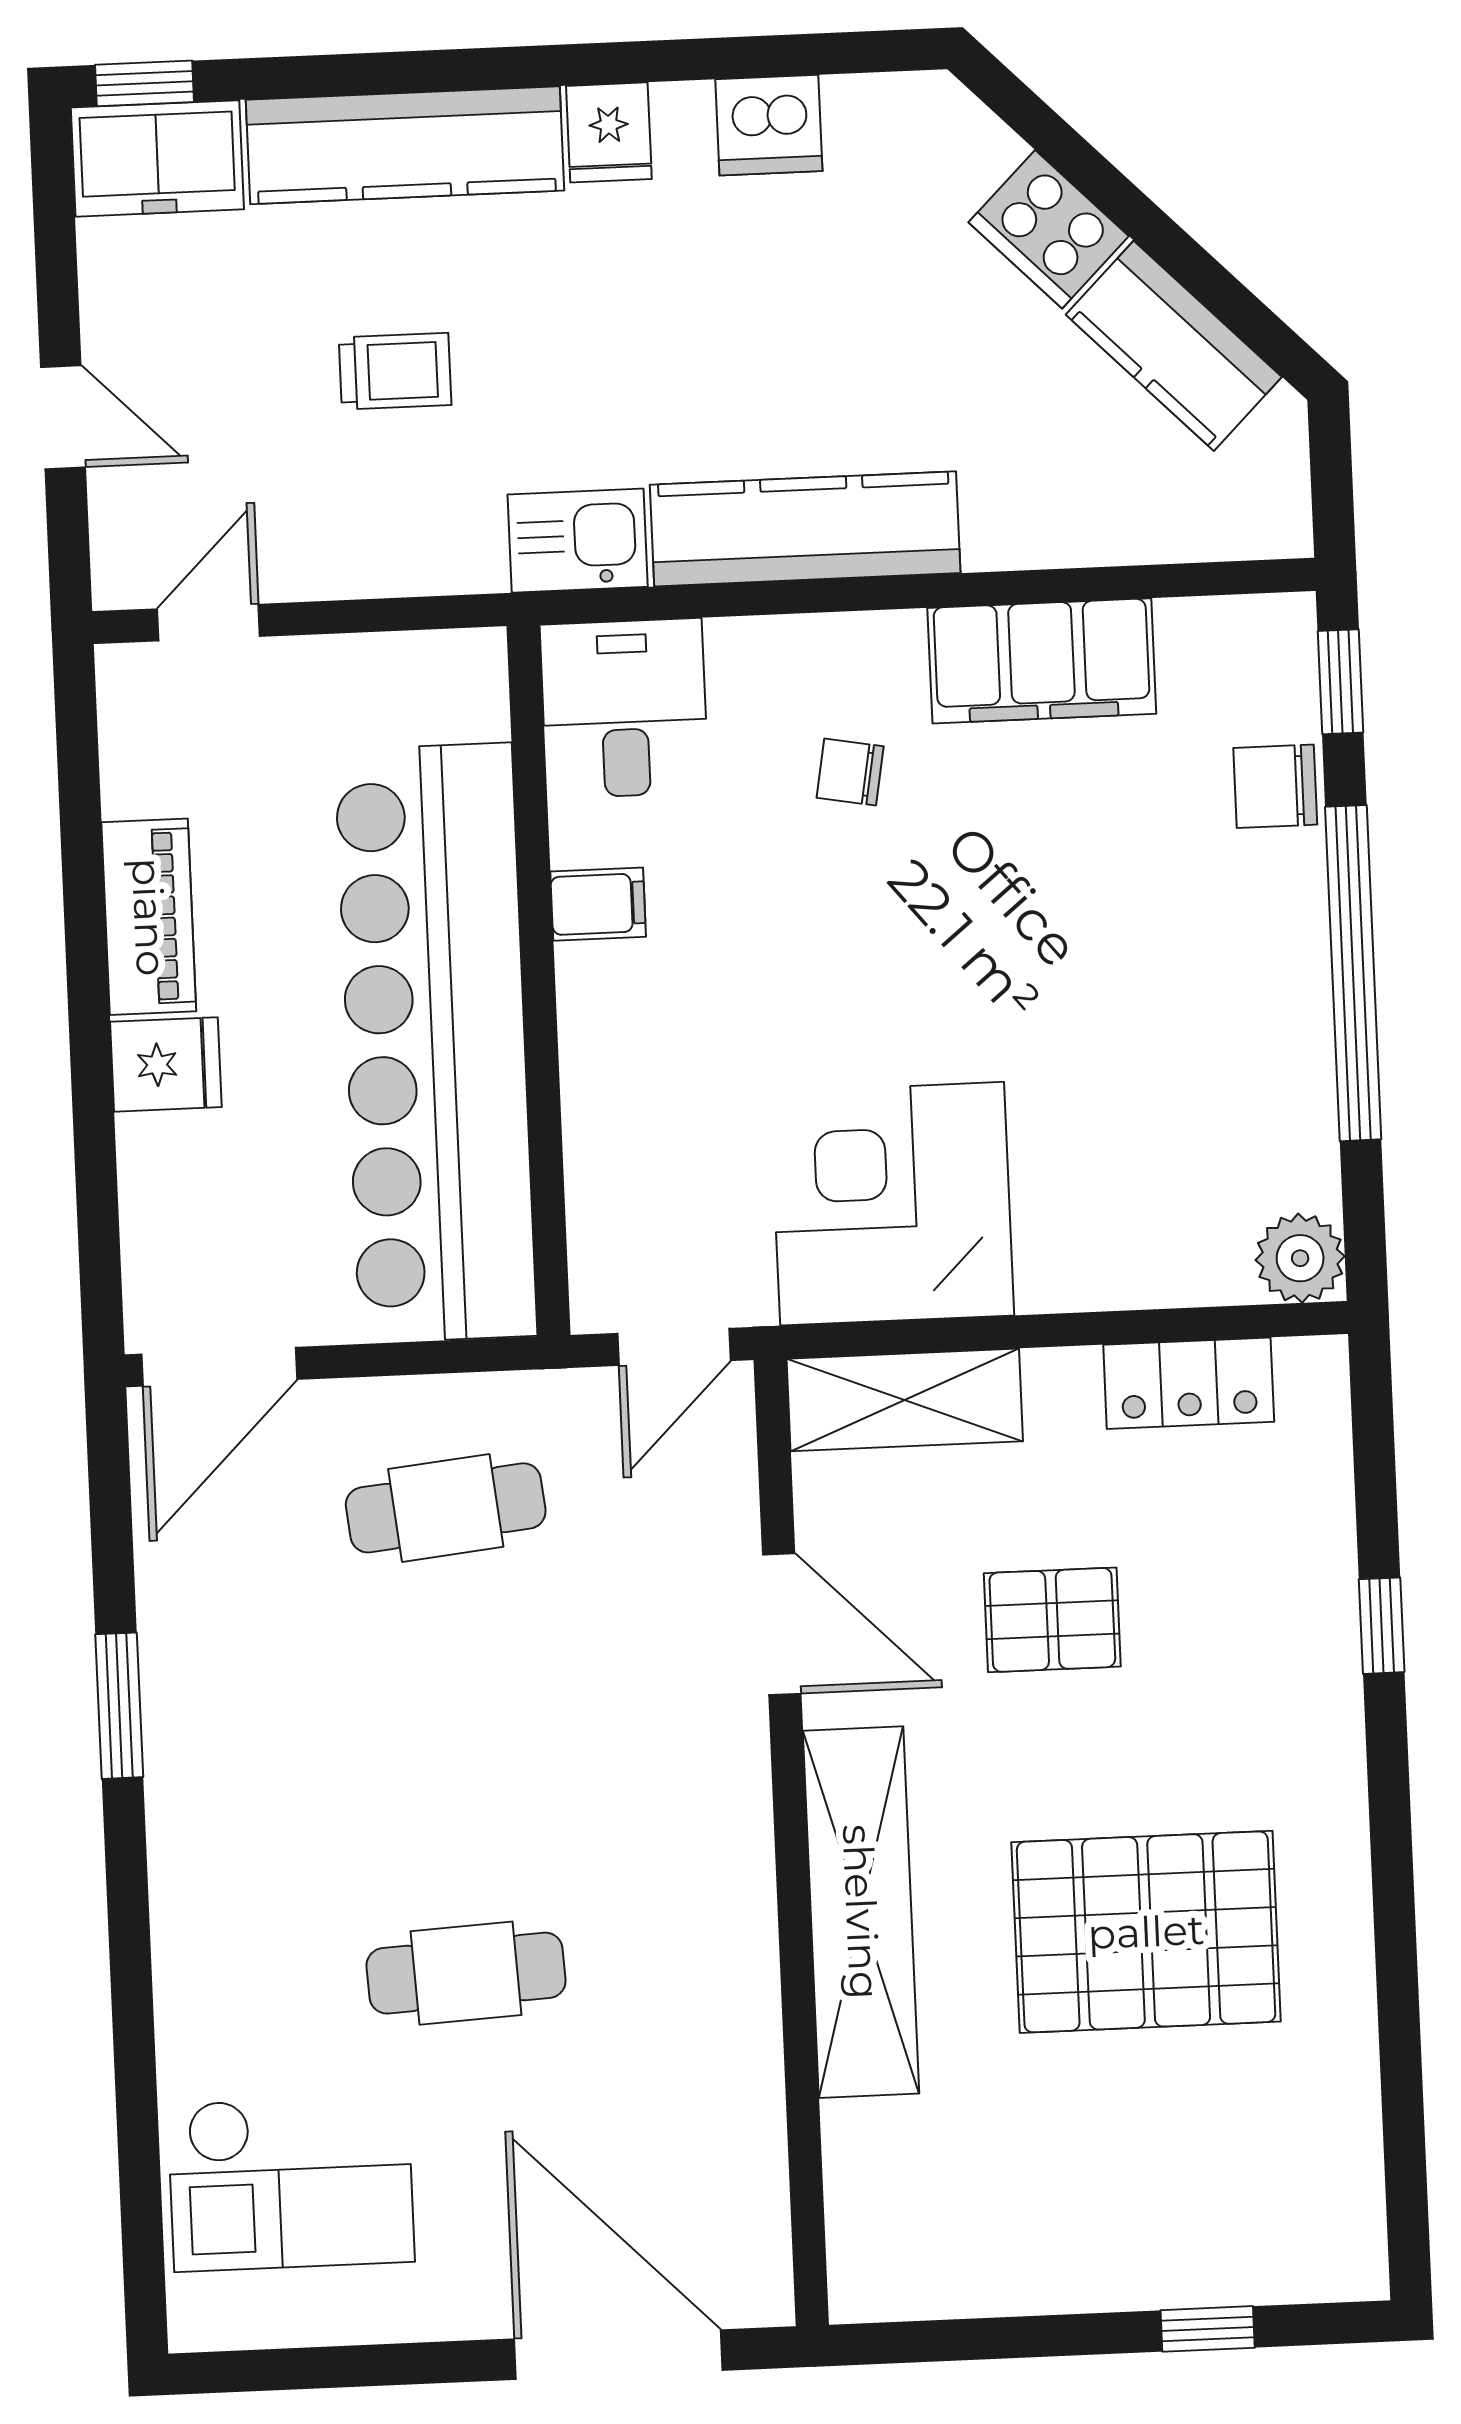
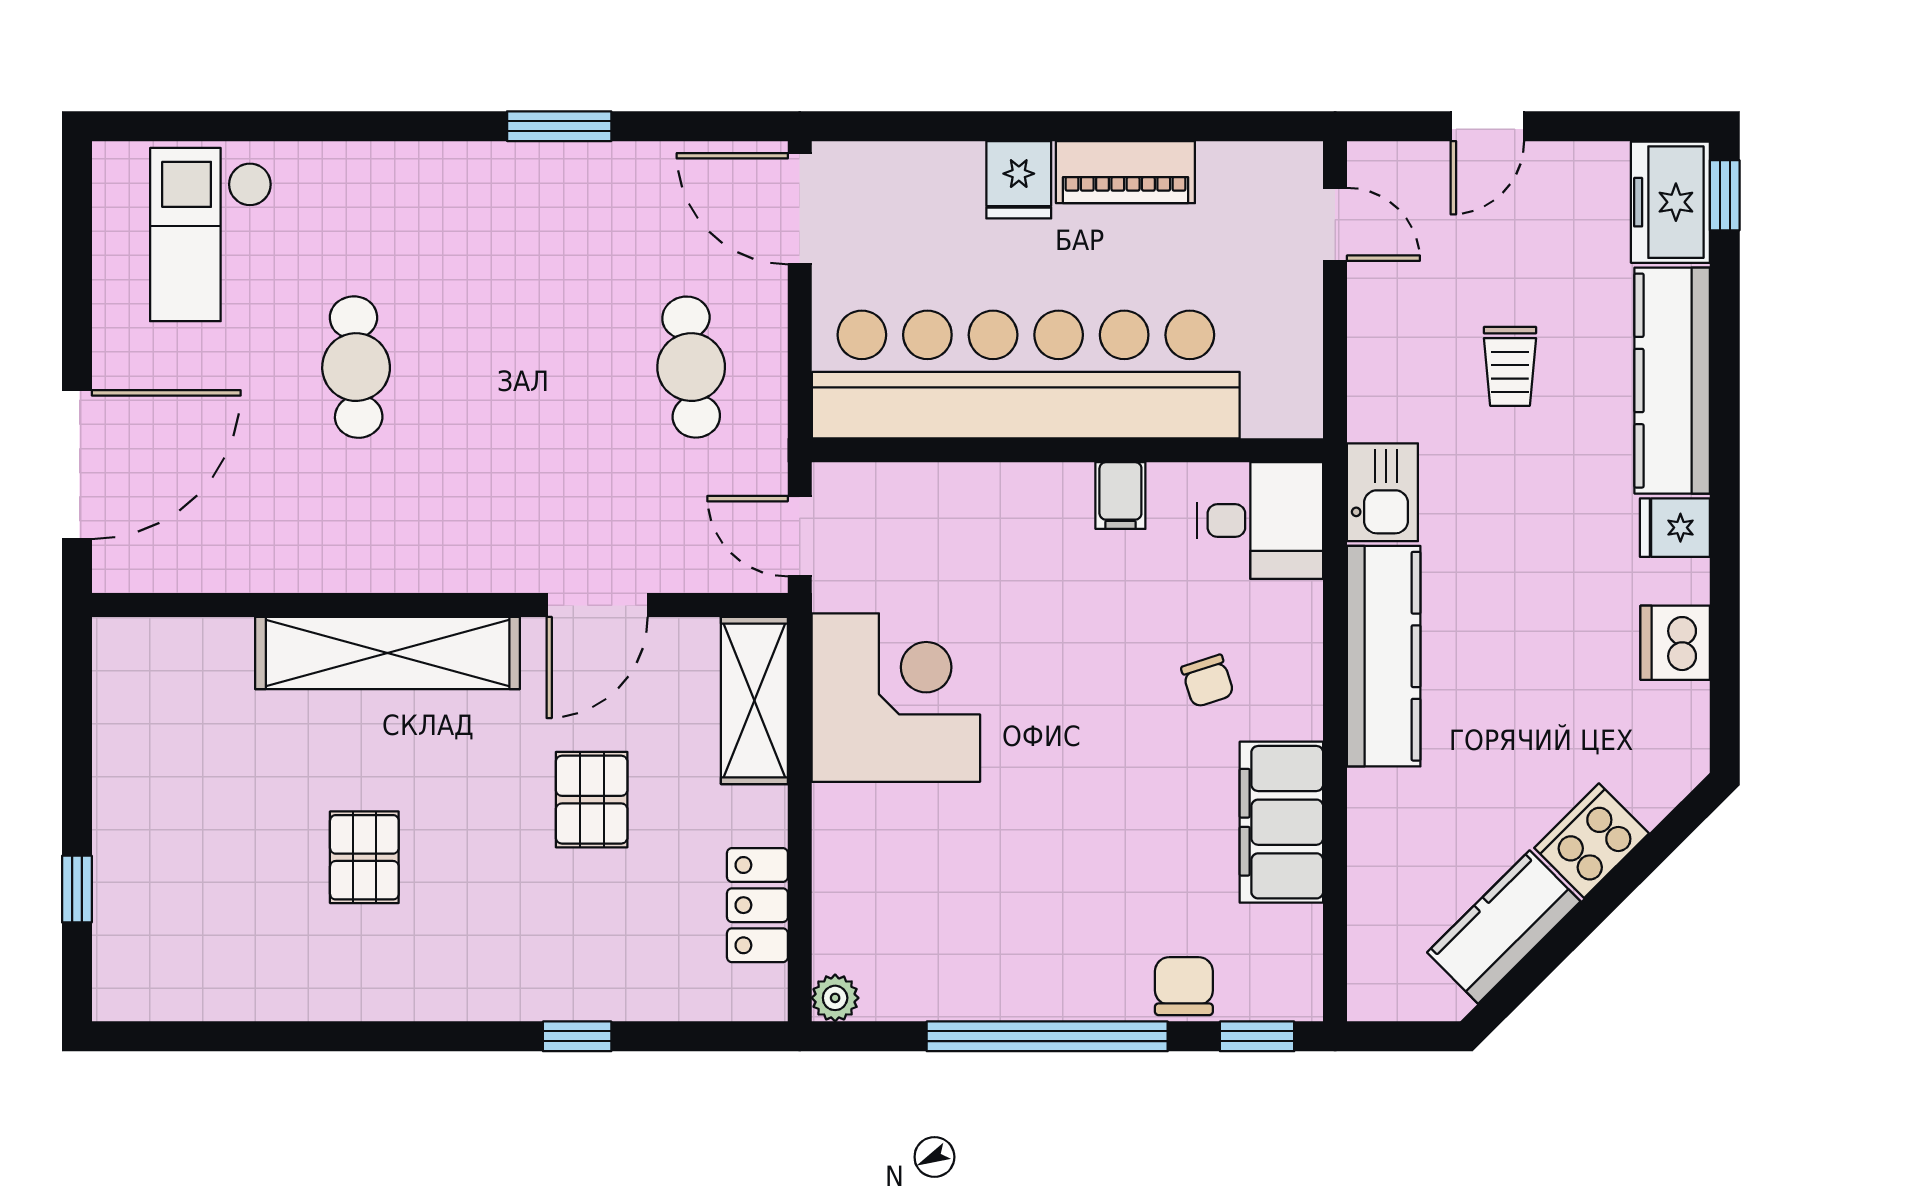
chair: (850, 772) -> (1208, 681), turned 152
plant: (1300, 1258) -> (835, 998), width x0.73, depth x0.73
pallet: (1146, 1932) -> (364, 857), width x0.49, depth x0.50

